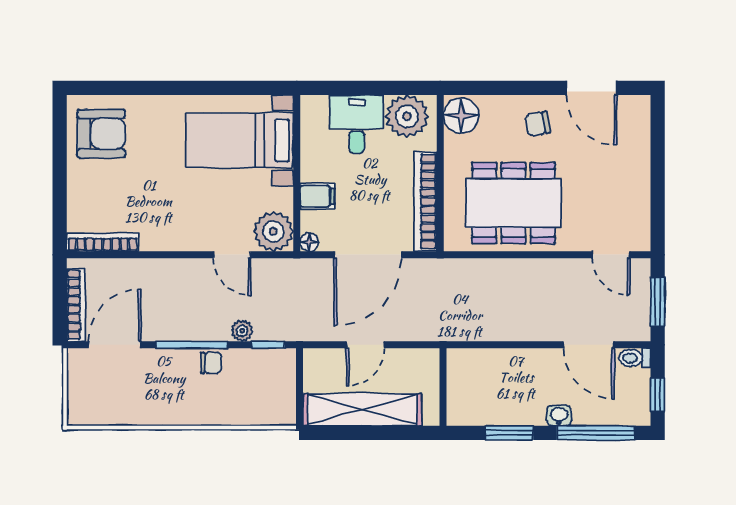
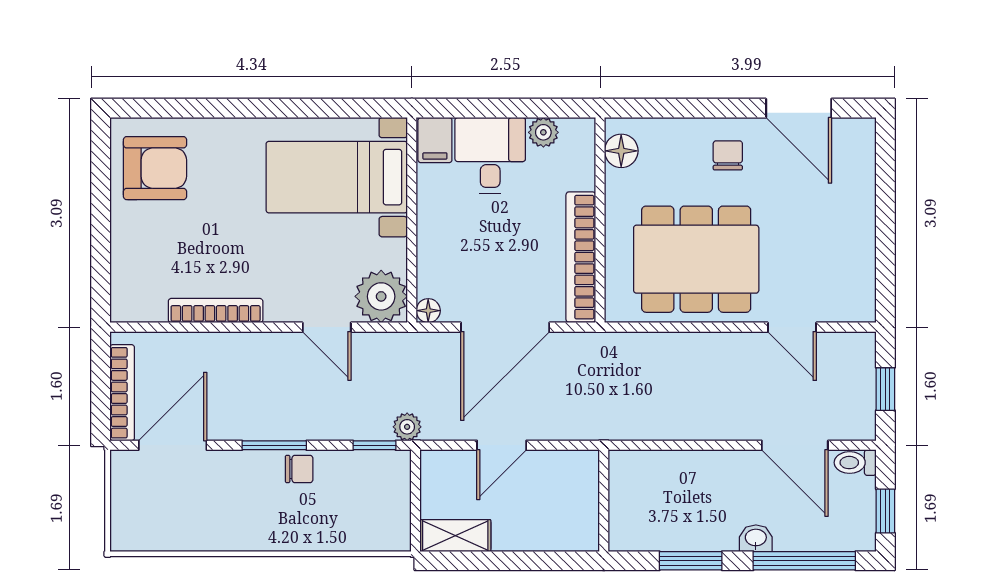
plant: (407, 116) -> (543, 132), width x0.53, depth x0.53
floor lamp: (461, 116) -> (621, 151), width x0.73, depth x0.73
chair: (538, 124) -> (728, 155), turned 100
filing cabinet: (317, 196) -> (435, 140), moved, turned 90
bookcase: (103, 242) -> (216, 311), moved
door: (611, 255) -> (792, 327), moved
window: (658, 302) -> (885, 389), width x0.67
plant: (242, 331) -> (407, 427), moved
window: (192, 345) -> (274, 445), width x0.69
shelving: (362, 410) -> (455, 536), width x0.45, depth x0.75

